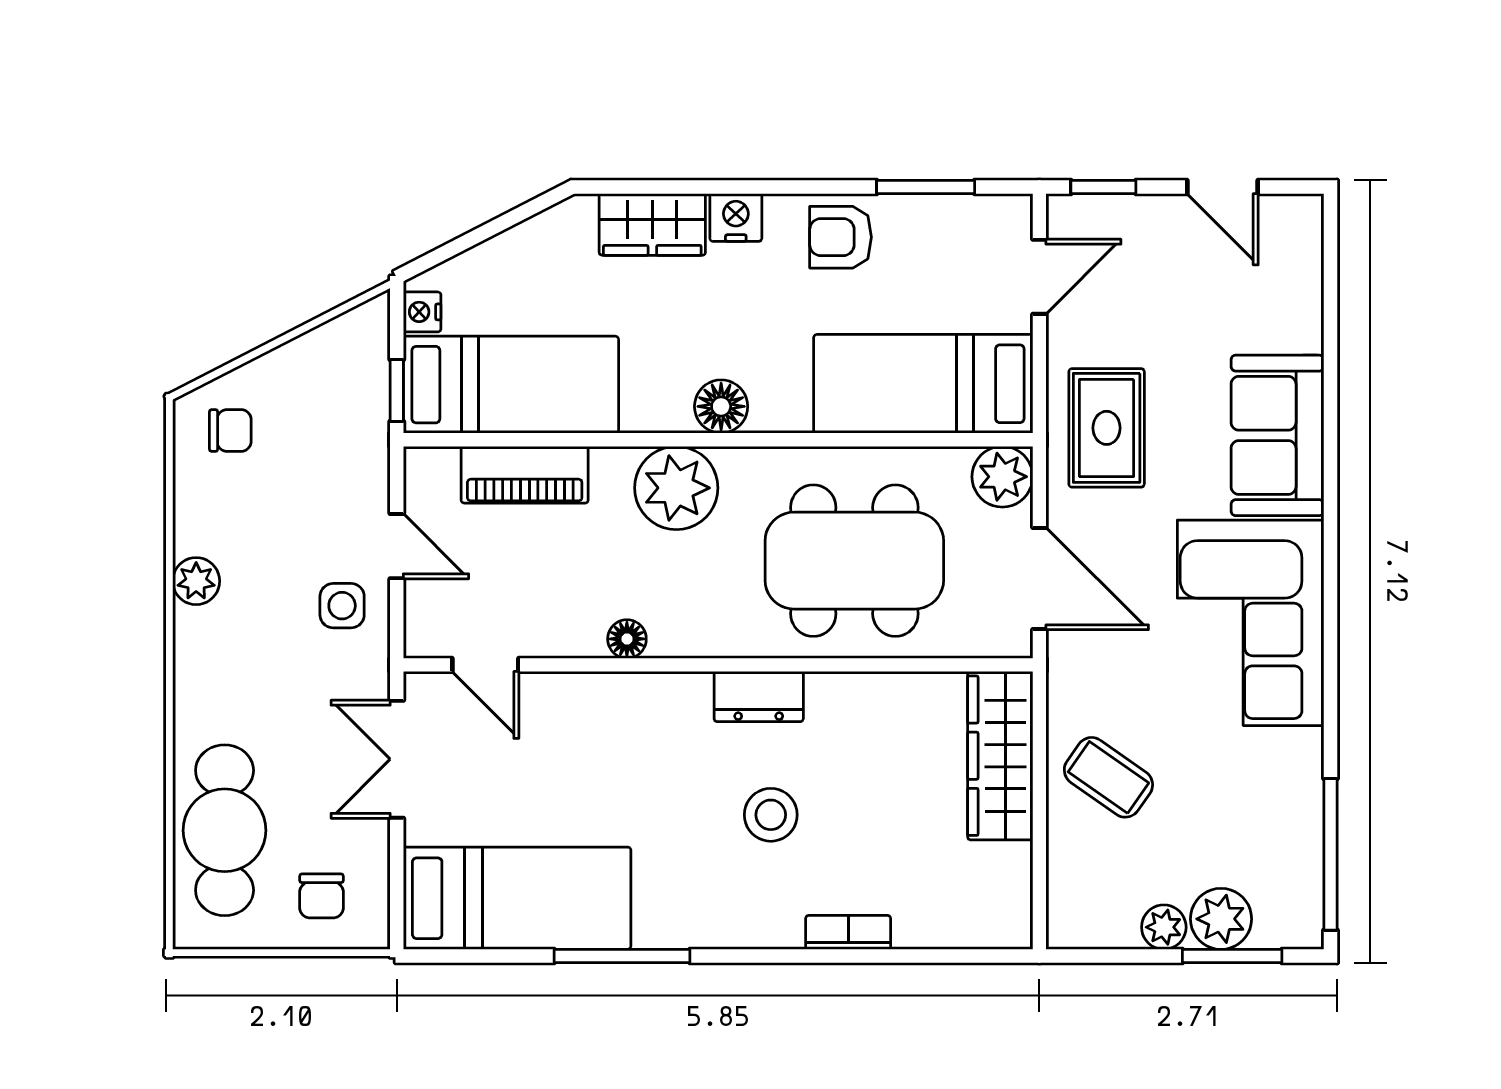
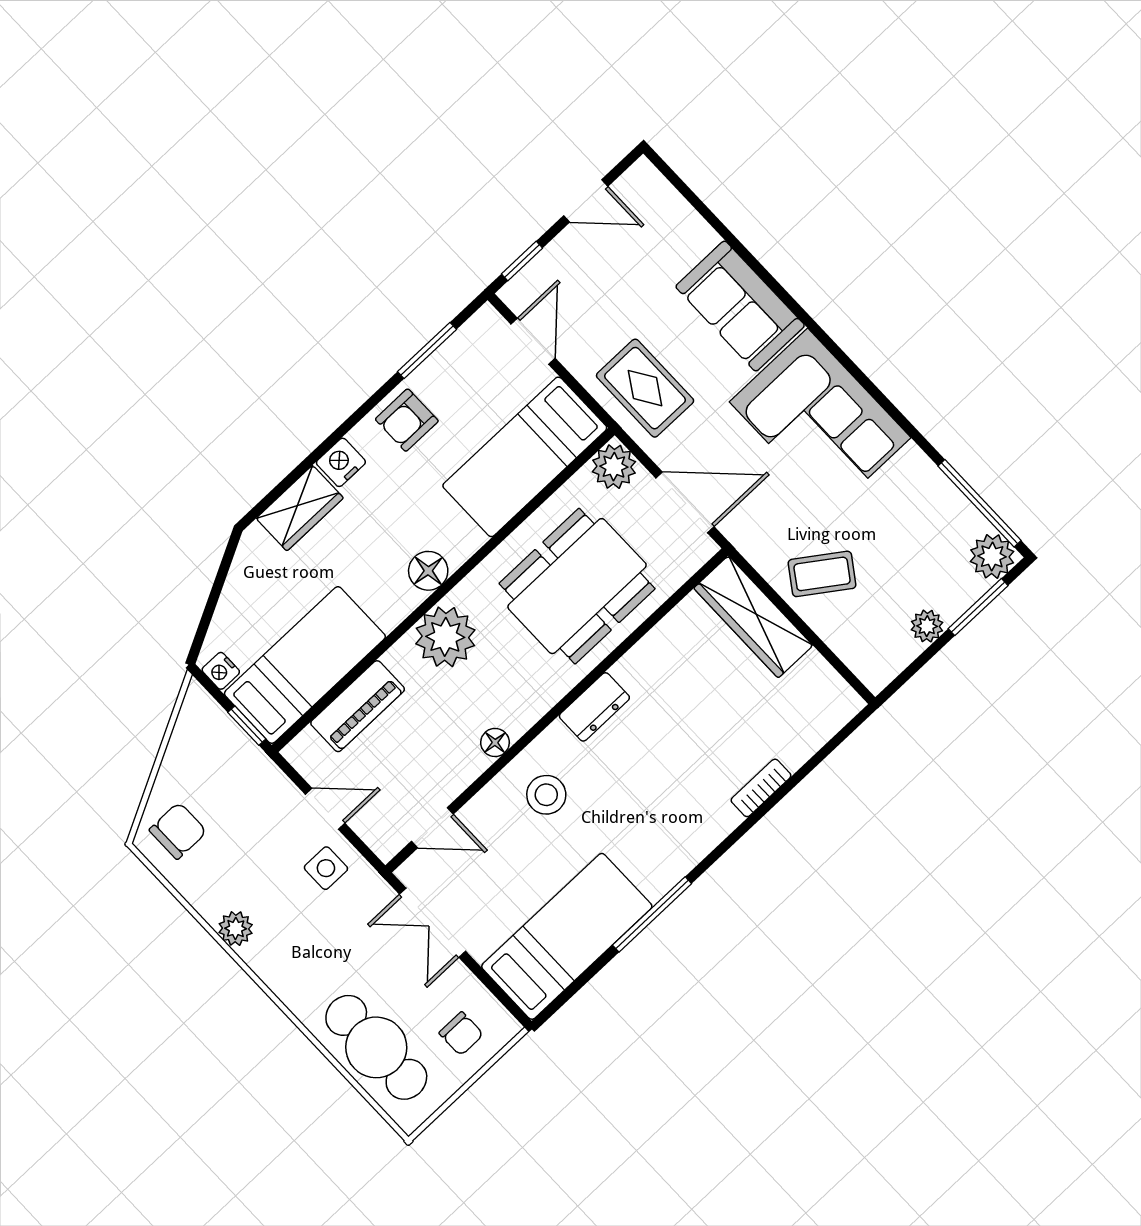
chair: (230, 430) -> (178, 831), width x1.37, depth x1.37
stool: (771, 815) -> (546, 795), moved
plant: (1221, 919) -> (992, 556), moved

